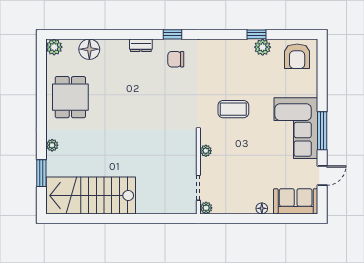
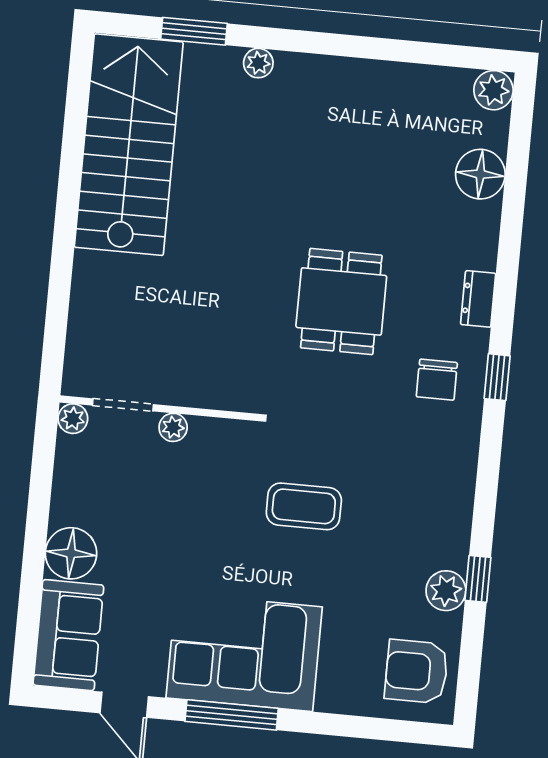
chair: (176, 59) -> (437, 380), turned 180
dining table: (70, 97) -> (341, 301), moved, turned 90
coffee table: (233, 109) -> (304, 506), turned 90
plant: (206, 151) -> (173, 427), moved
floor lamp: (262, 208) -> (71, 553), width x1.89, depth x1.89

